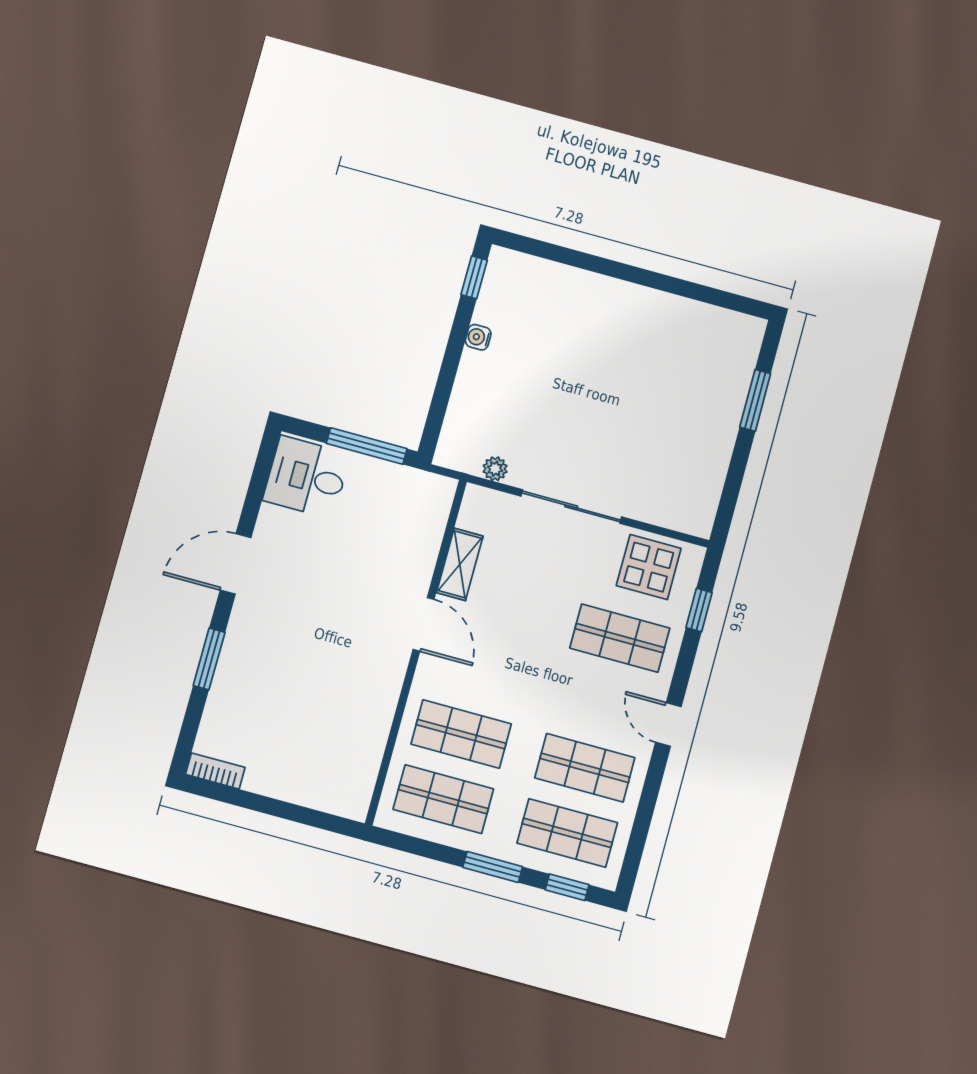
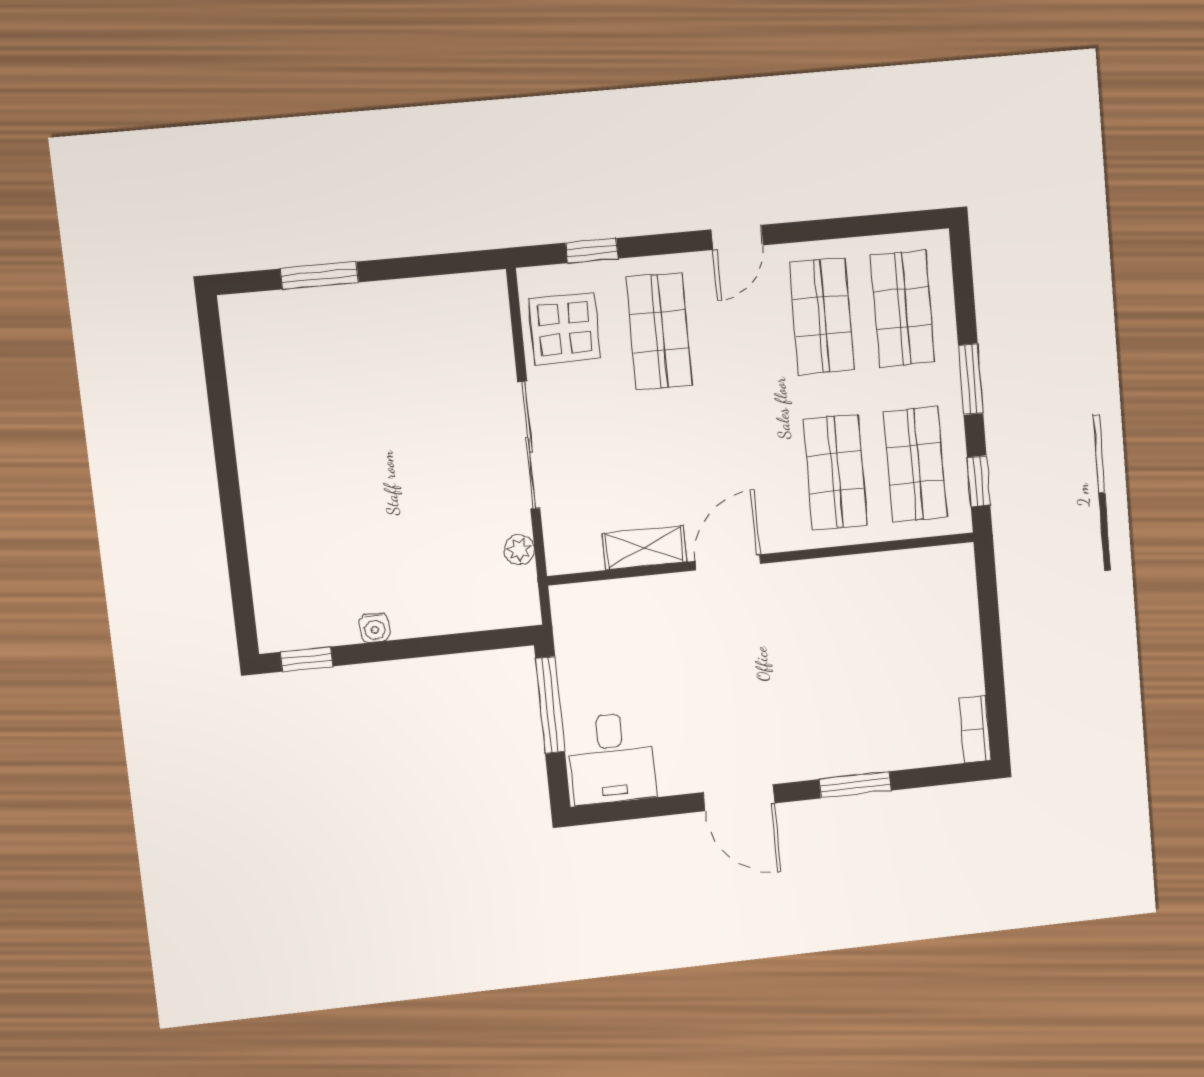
window: (567, 887) -> (979, 481), moved

